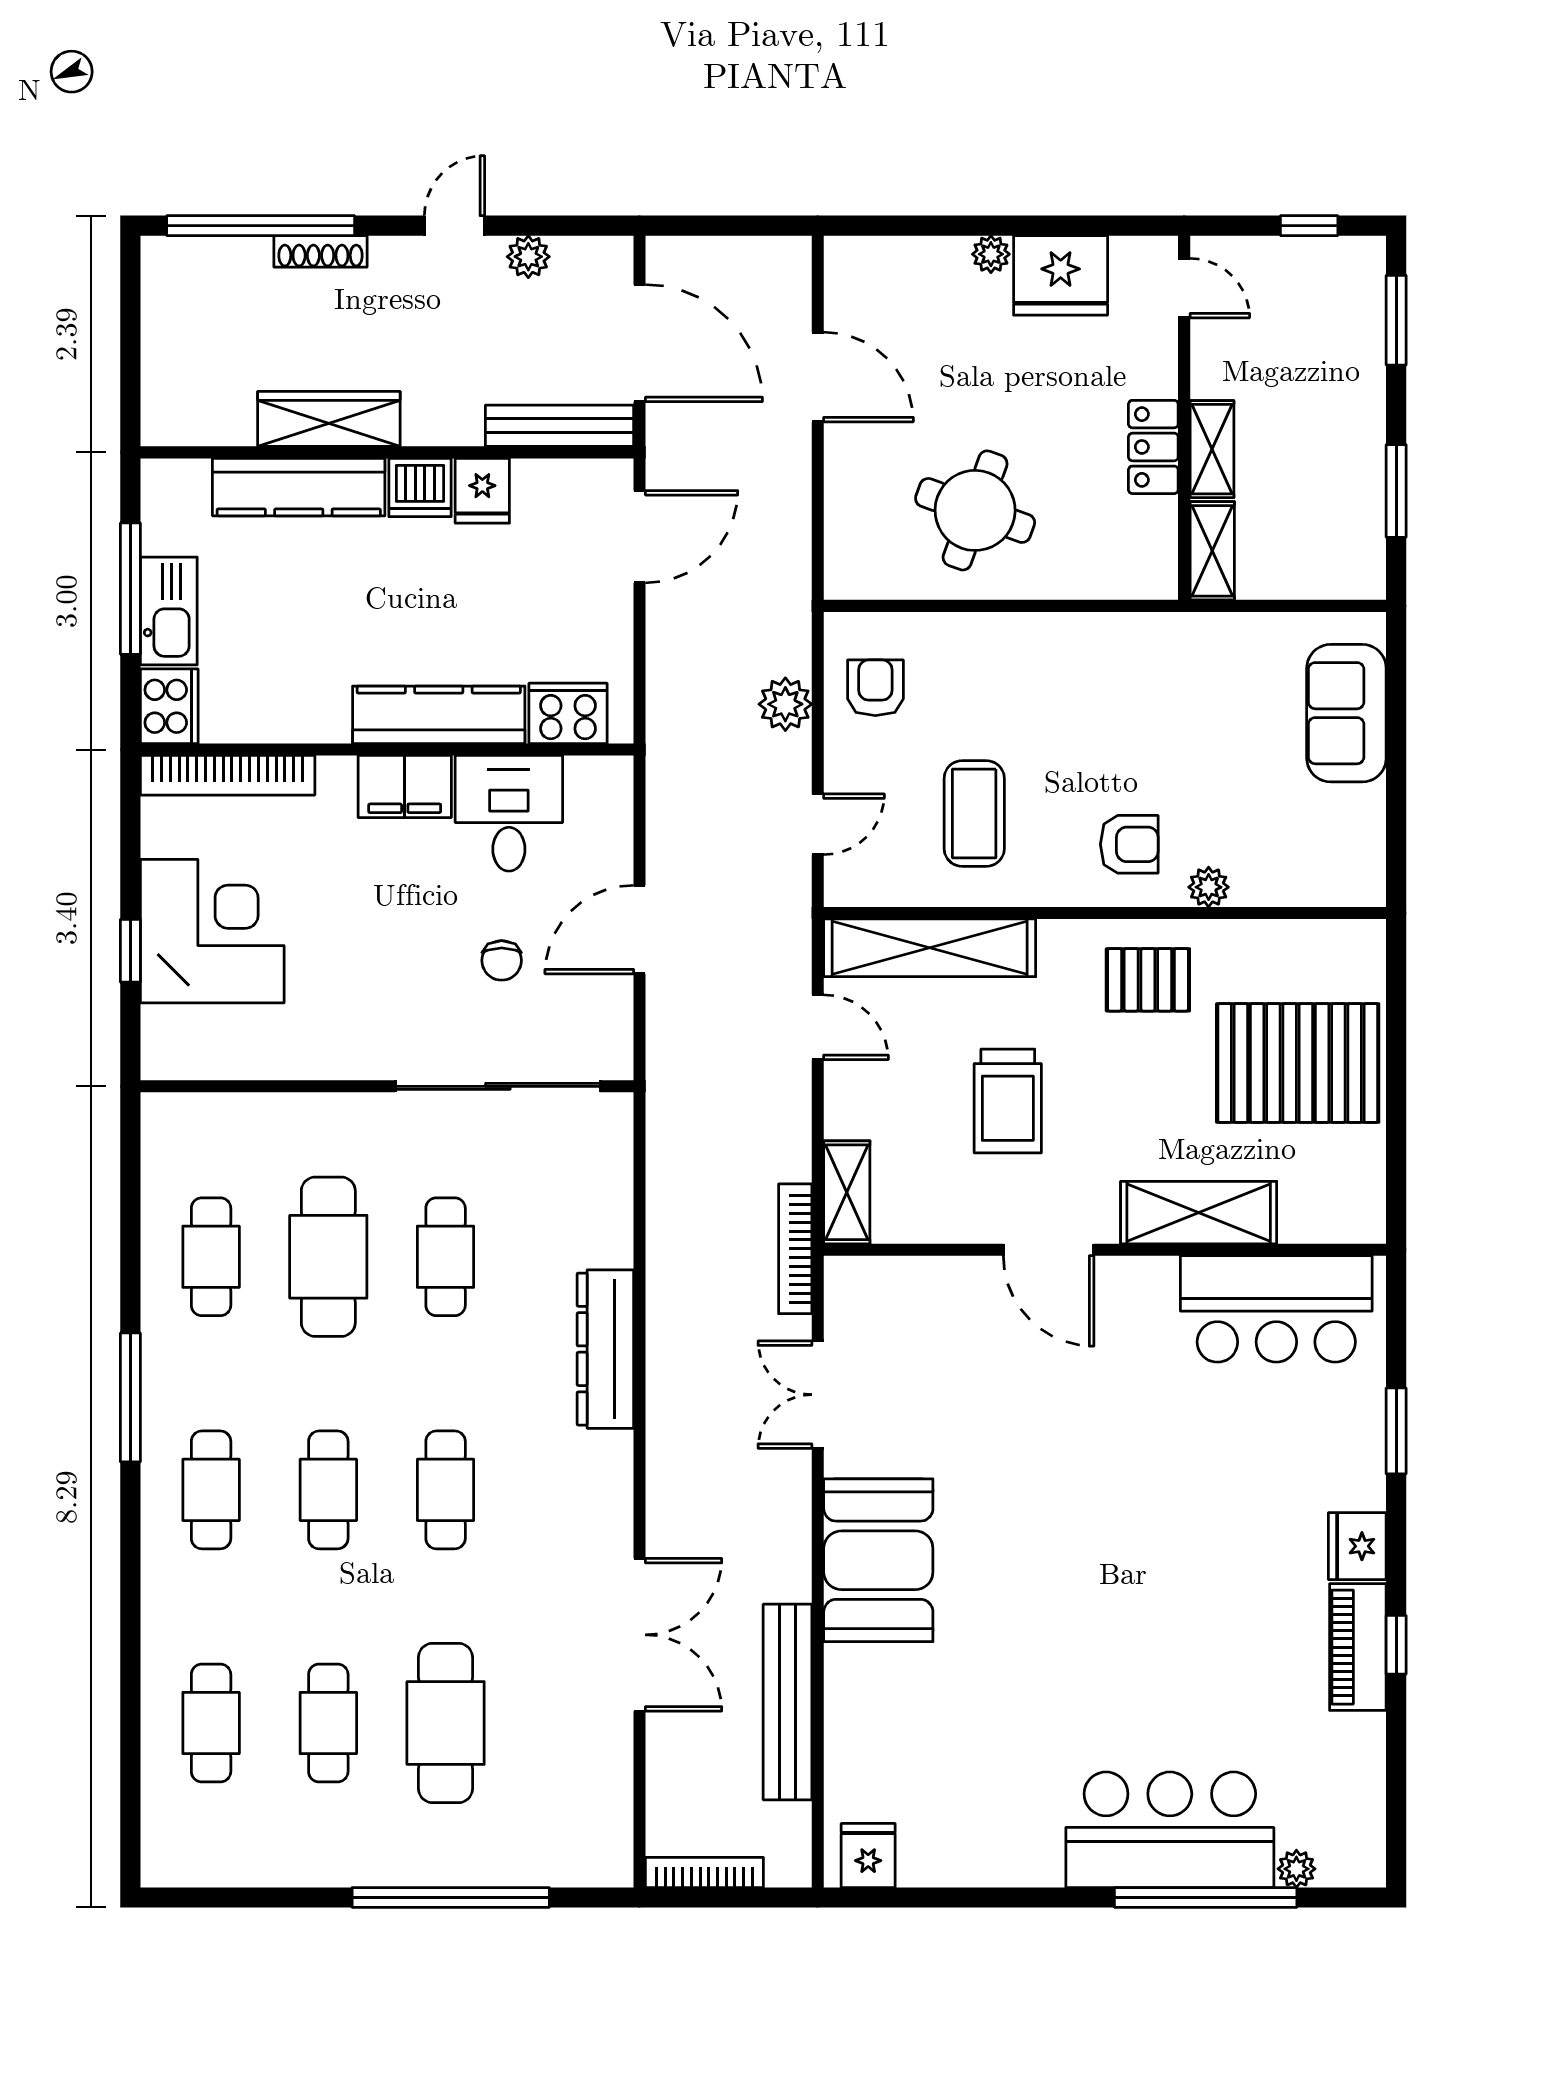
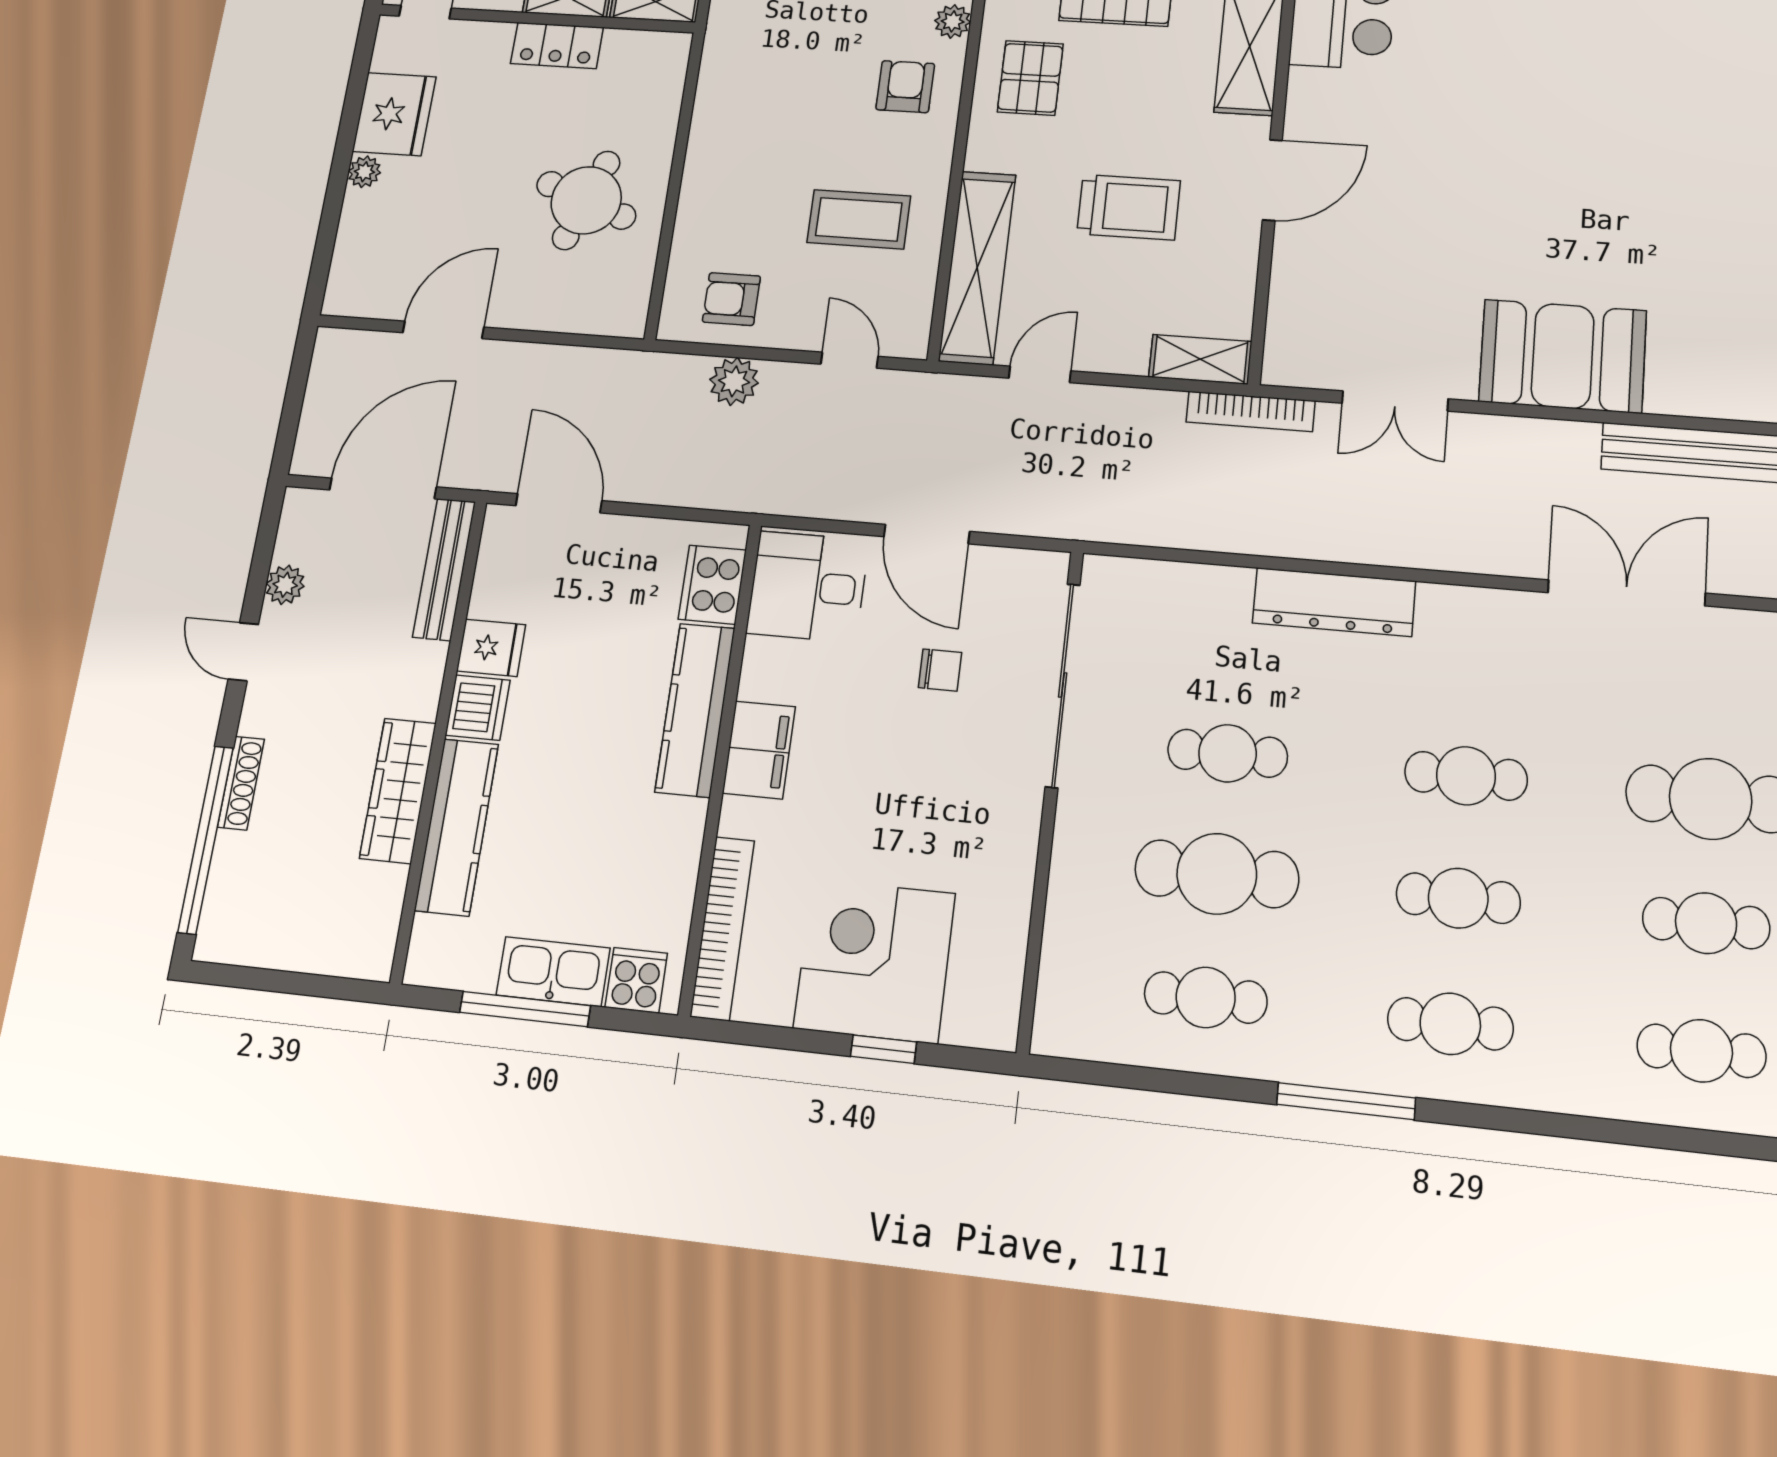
cooker: (169, 706) -> (636, 980), width x0.73
desk: (509, 813) -> (808, 587), moved

